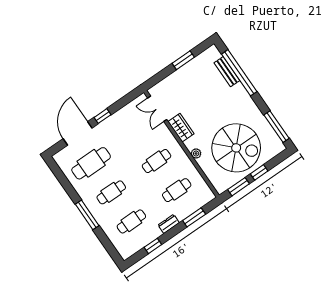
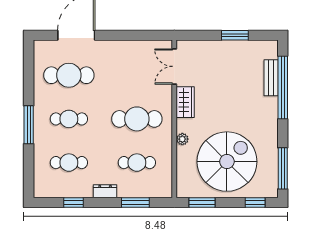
window: (102, 116) -> (114, 35), removed
spiral stairs: (236, 148) -> (227, 162), turned -90
cafe table: (157, 161) -> (137, 119), width x1.37, depth x1.35
window: (259, 172) -> (255, 202), moved

